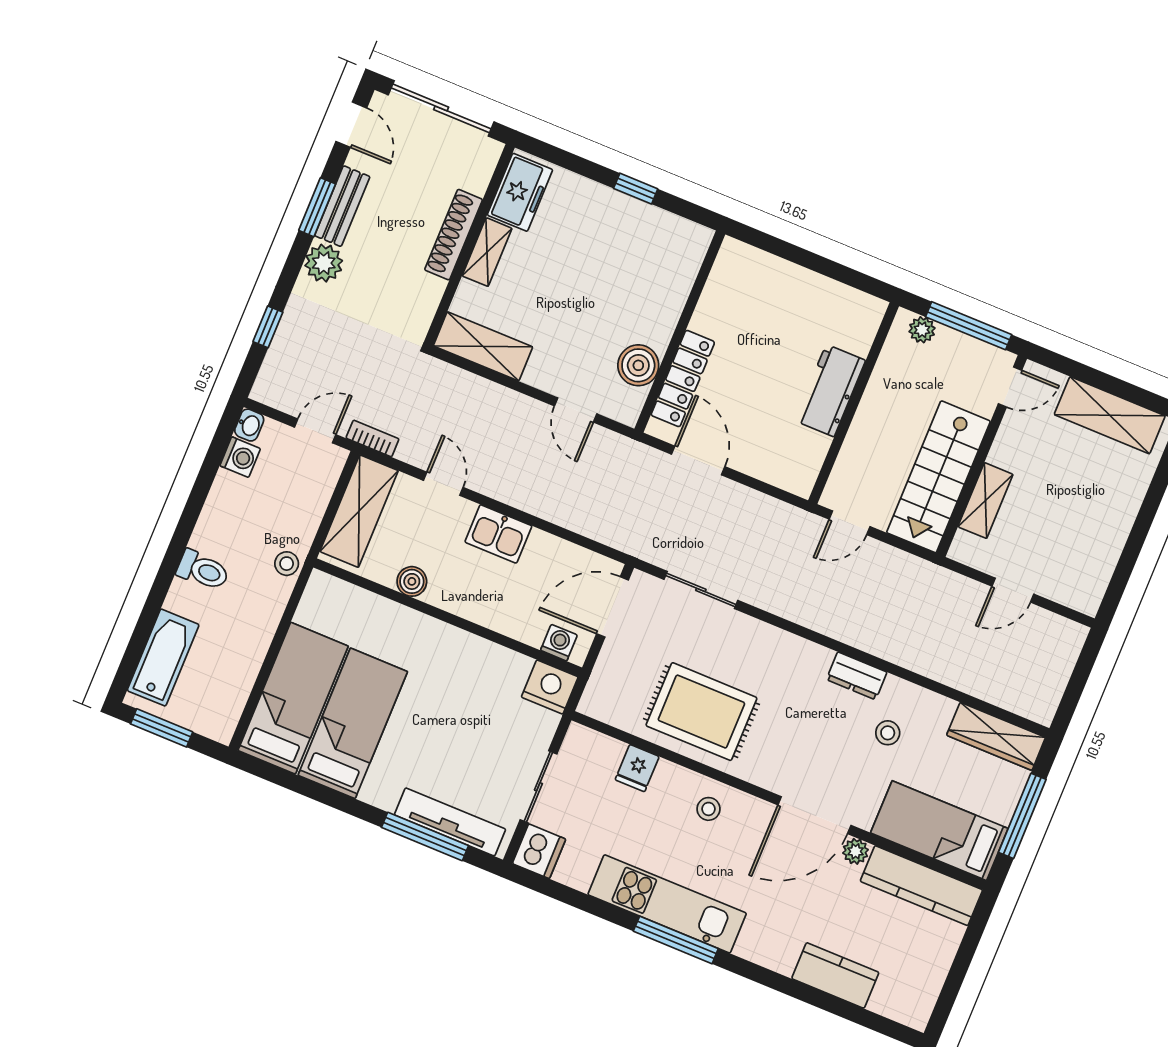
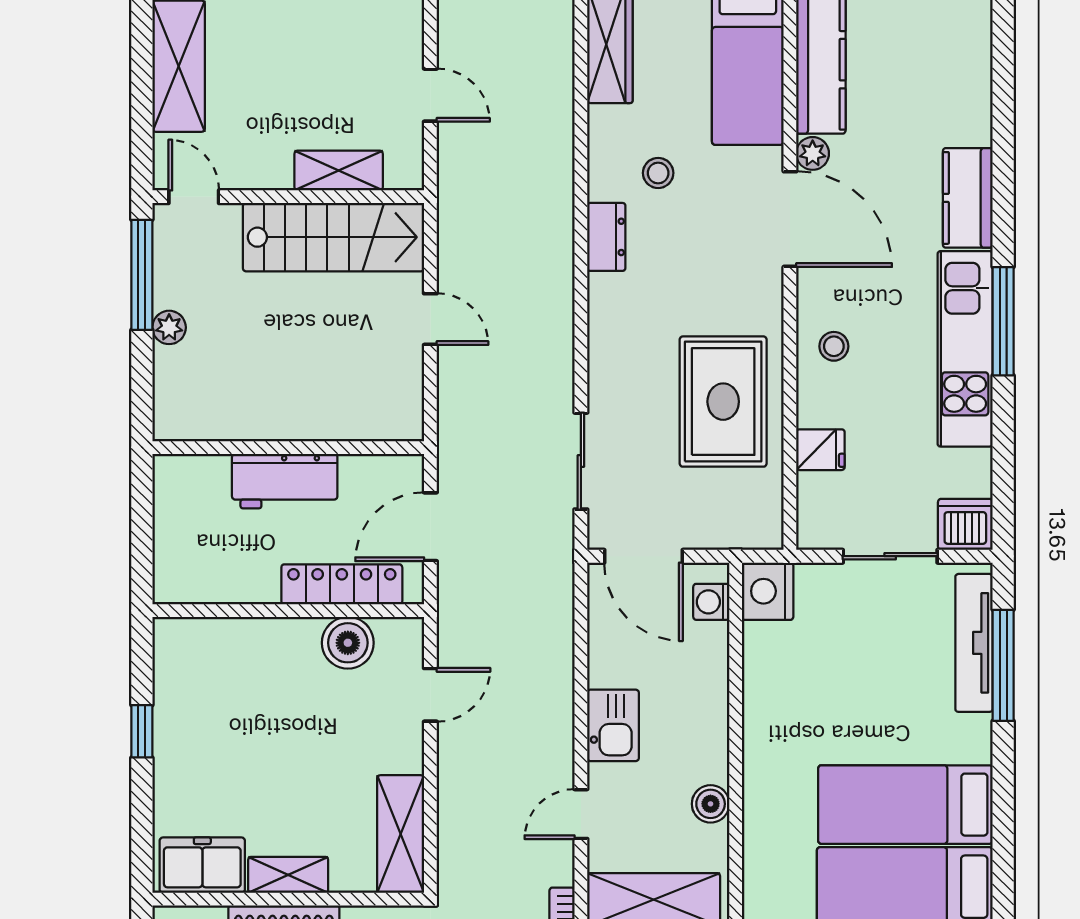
workbench: (830, 391) -> (285, 481), moved
wall: (854, 403) -> (288, 448), moved
kitchen counter: (835, 975) -> (968, 198), moved

